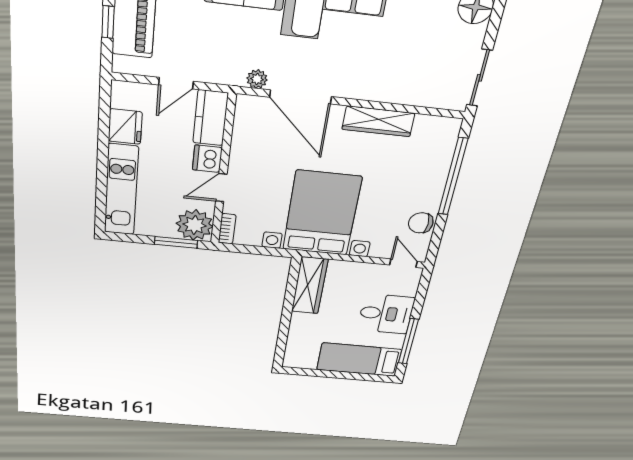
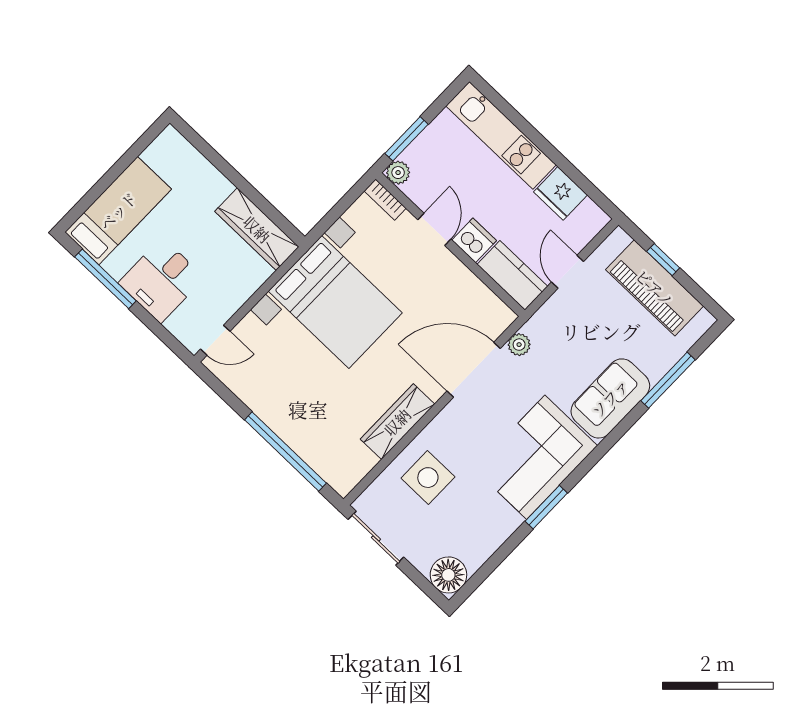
side table: (407, 73) -> (428, 478), added
chair: (421, 223) -> (253, 388), removed
plant: (195, 225) -> (398, 173), width x0.53, depth x0.53

